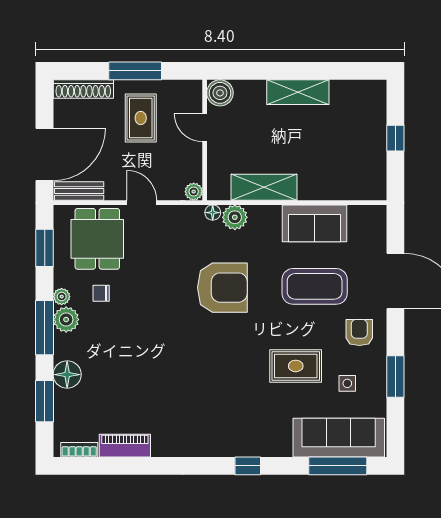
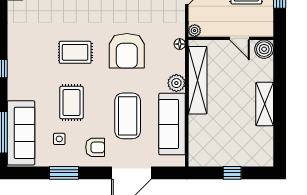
door: (205, 128) -> (240, 38), swing flipped
shelving: (264, 187) -> (198, 80), width x1.47
plant: (235, 217) -> (176, 83), moved
sofa: (315, 223) -> (172, 124), width x1.36
rug: (224, 361) -> (75, 52), added

